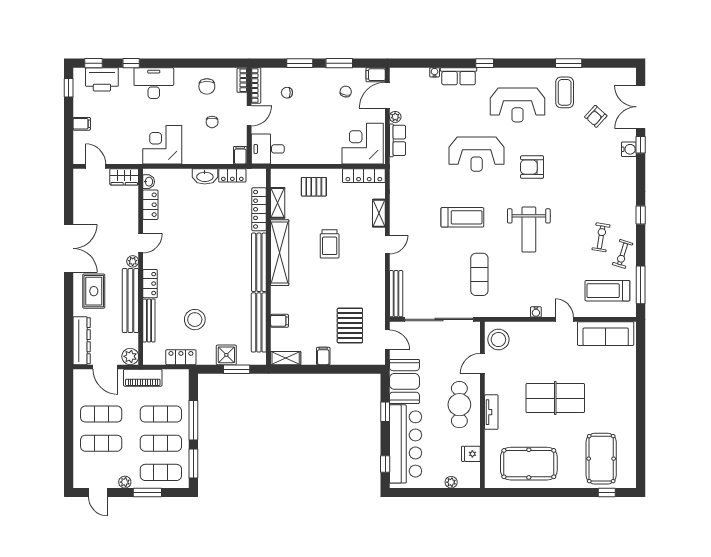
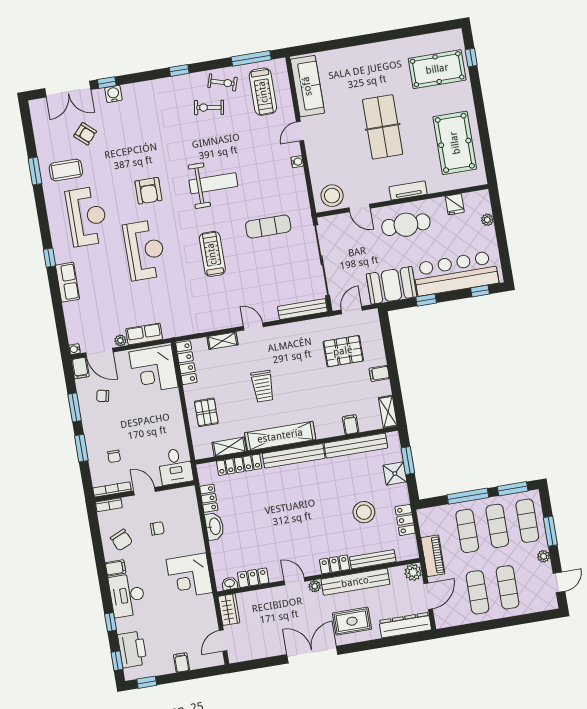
water cooler: (435, 72) -> (75, 349), moved
chair: (207, 86) -> (121, 540), turned 66
filing cabinet: (240, 155) -> (116, 568), moved, turned 180
trolley: (330, 244) -> (263, 386), turned 90

